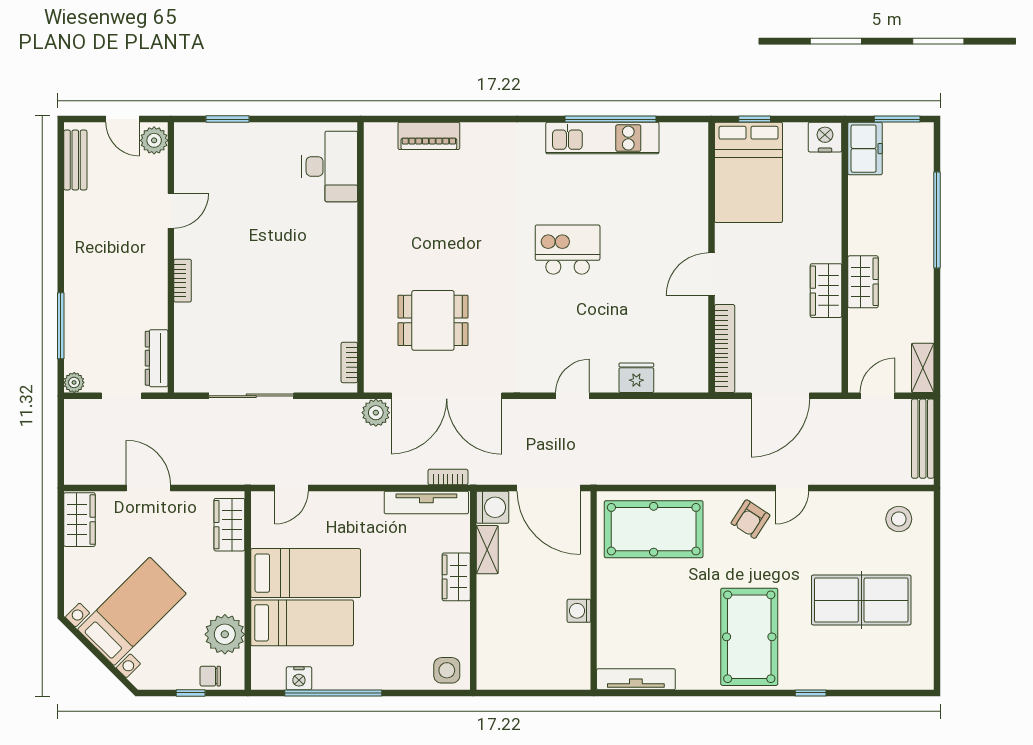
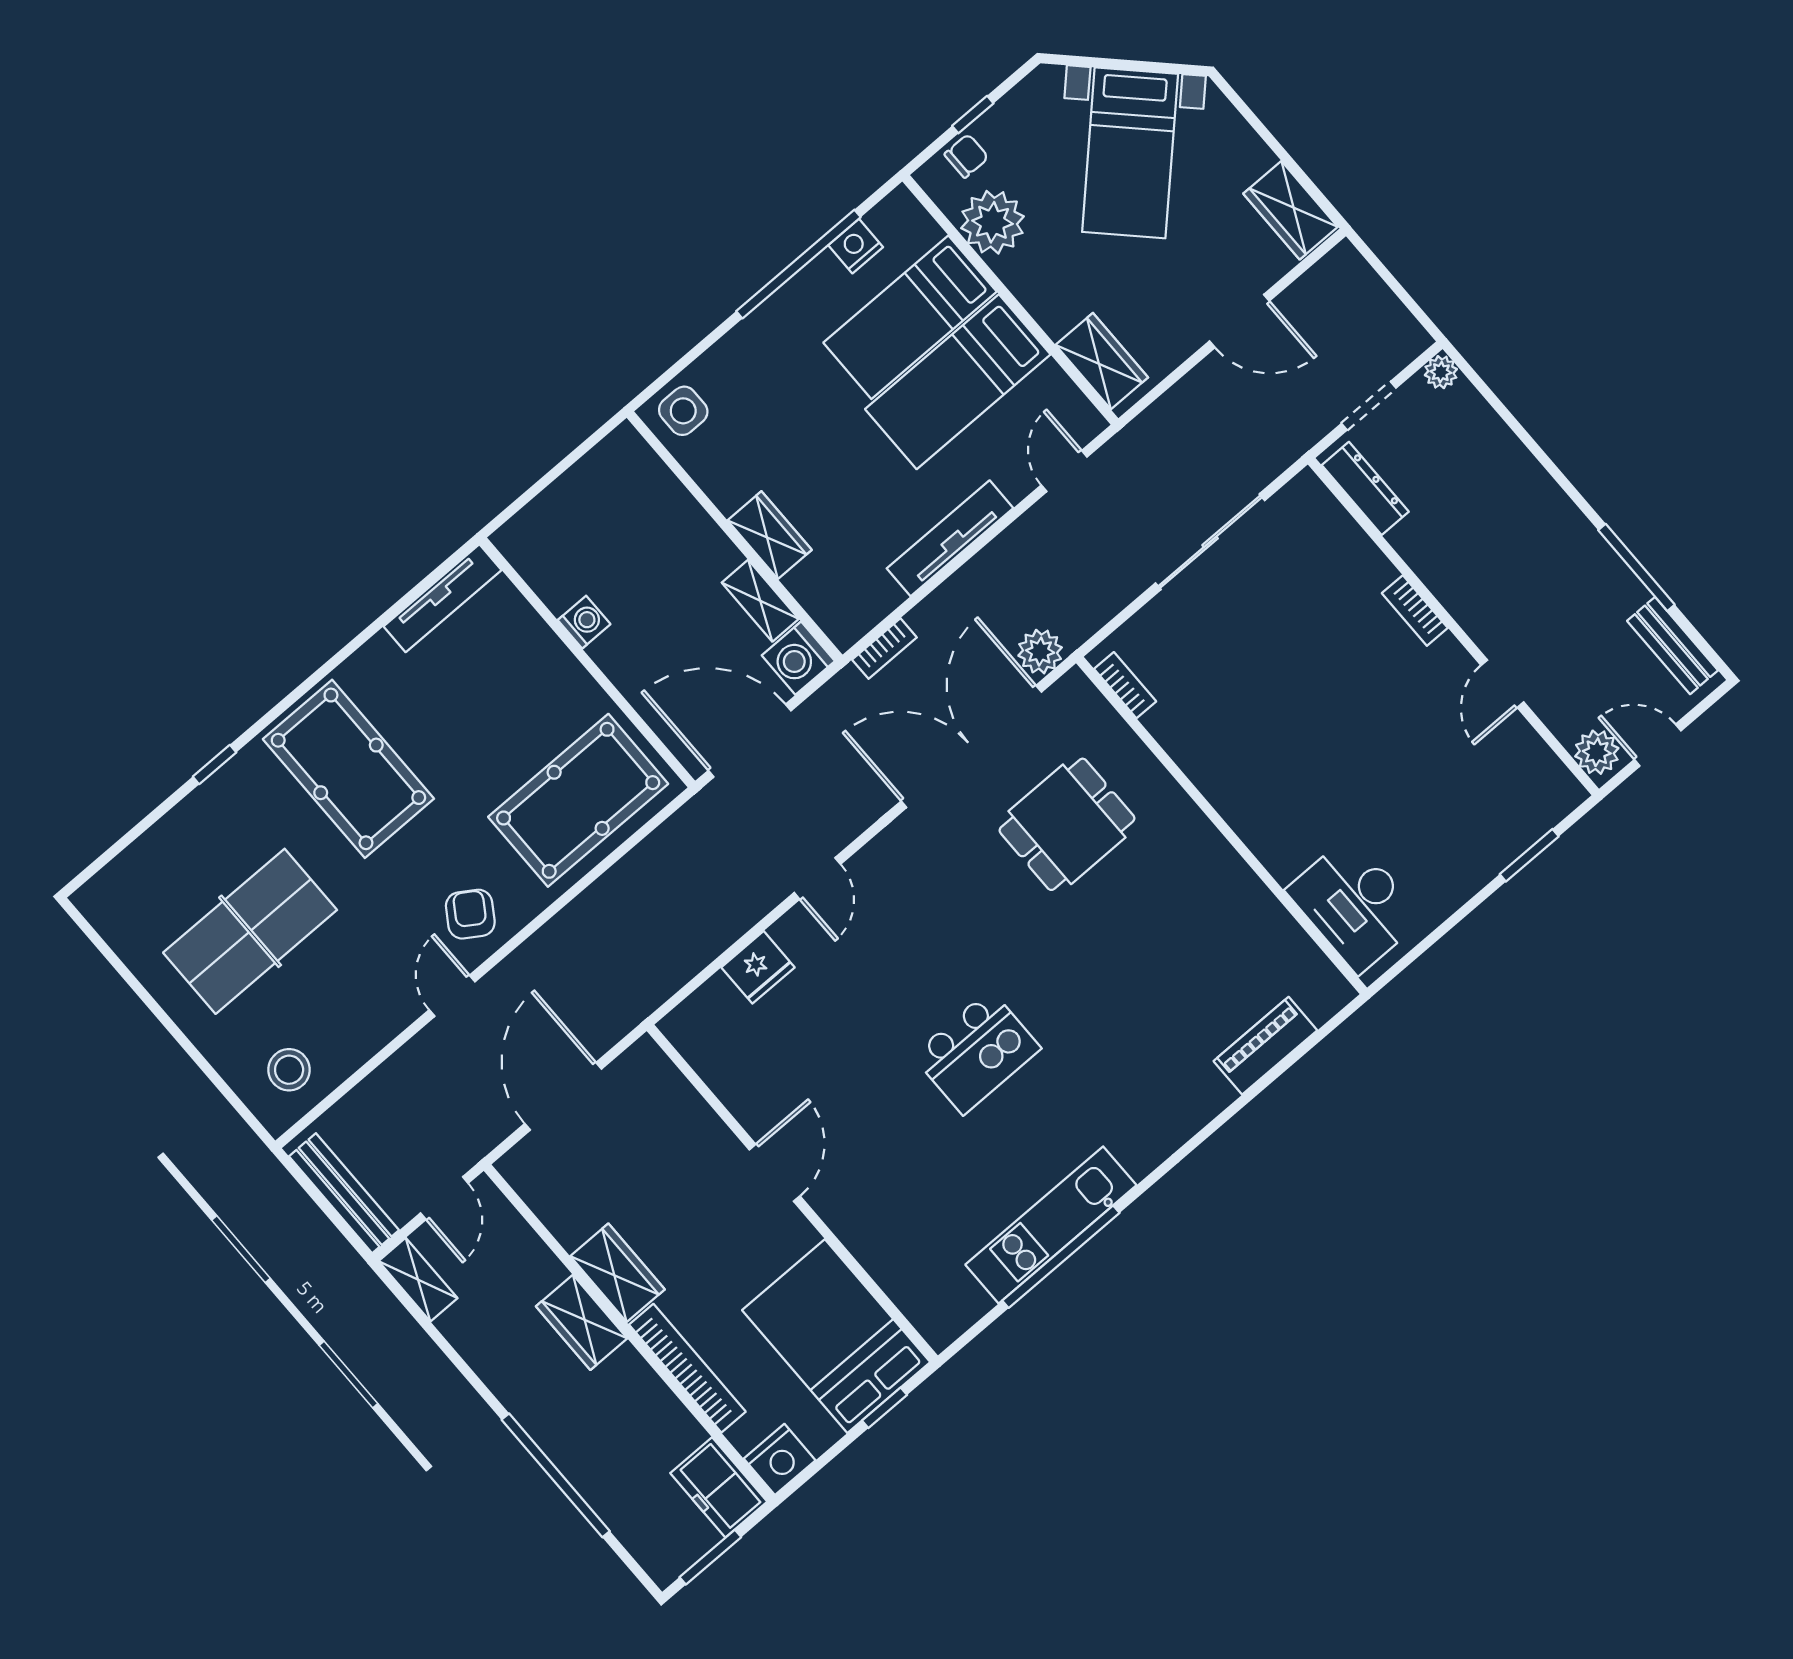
window: (61, 326) -> (1636, 567), moved
bookcase: (725, 349) -> (687, 1368), moved, turned 180
tv unit: (426, 502) -> (950, 538), moved

